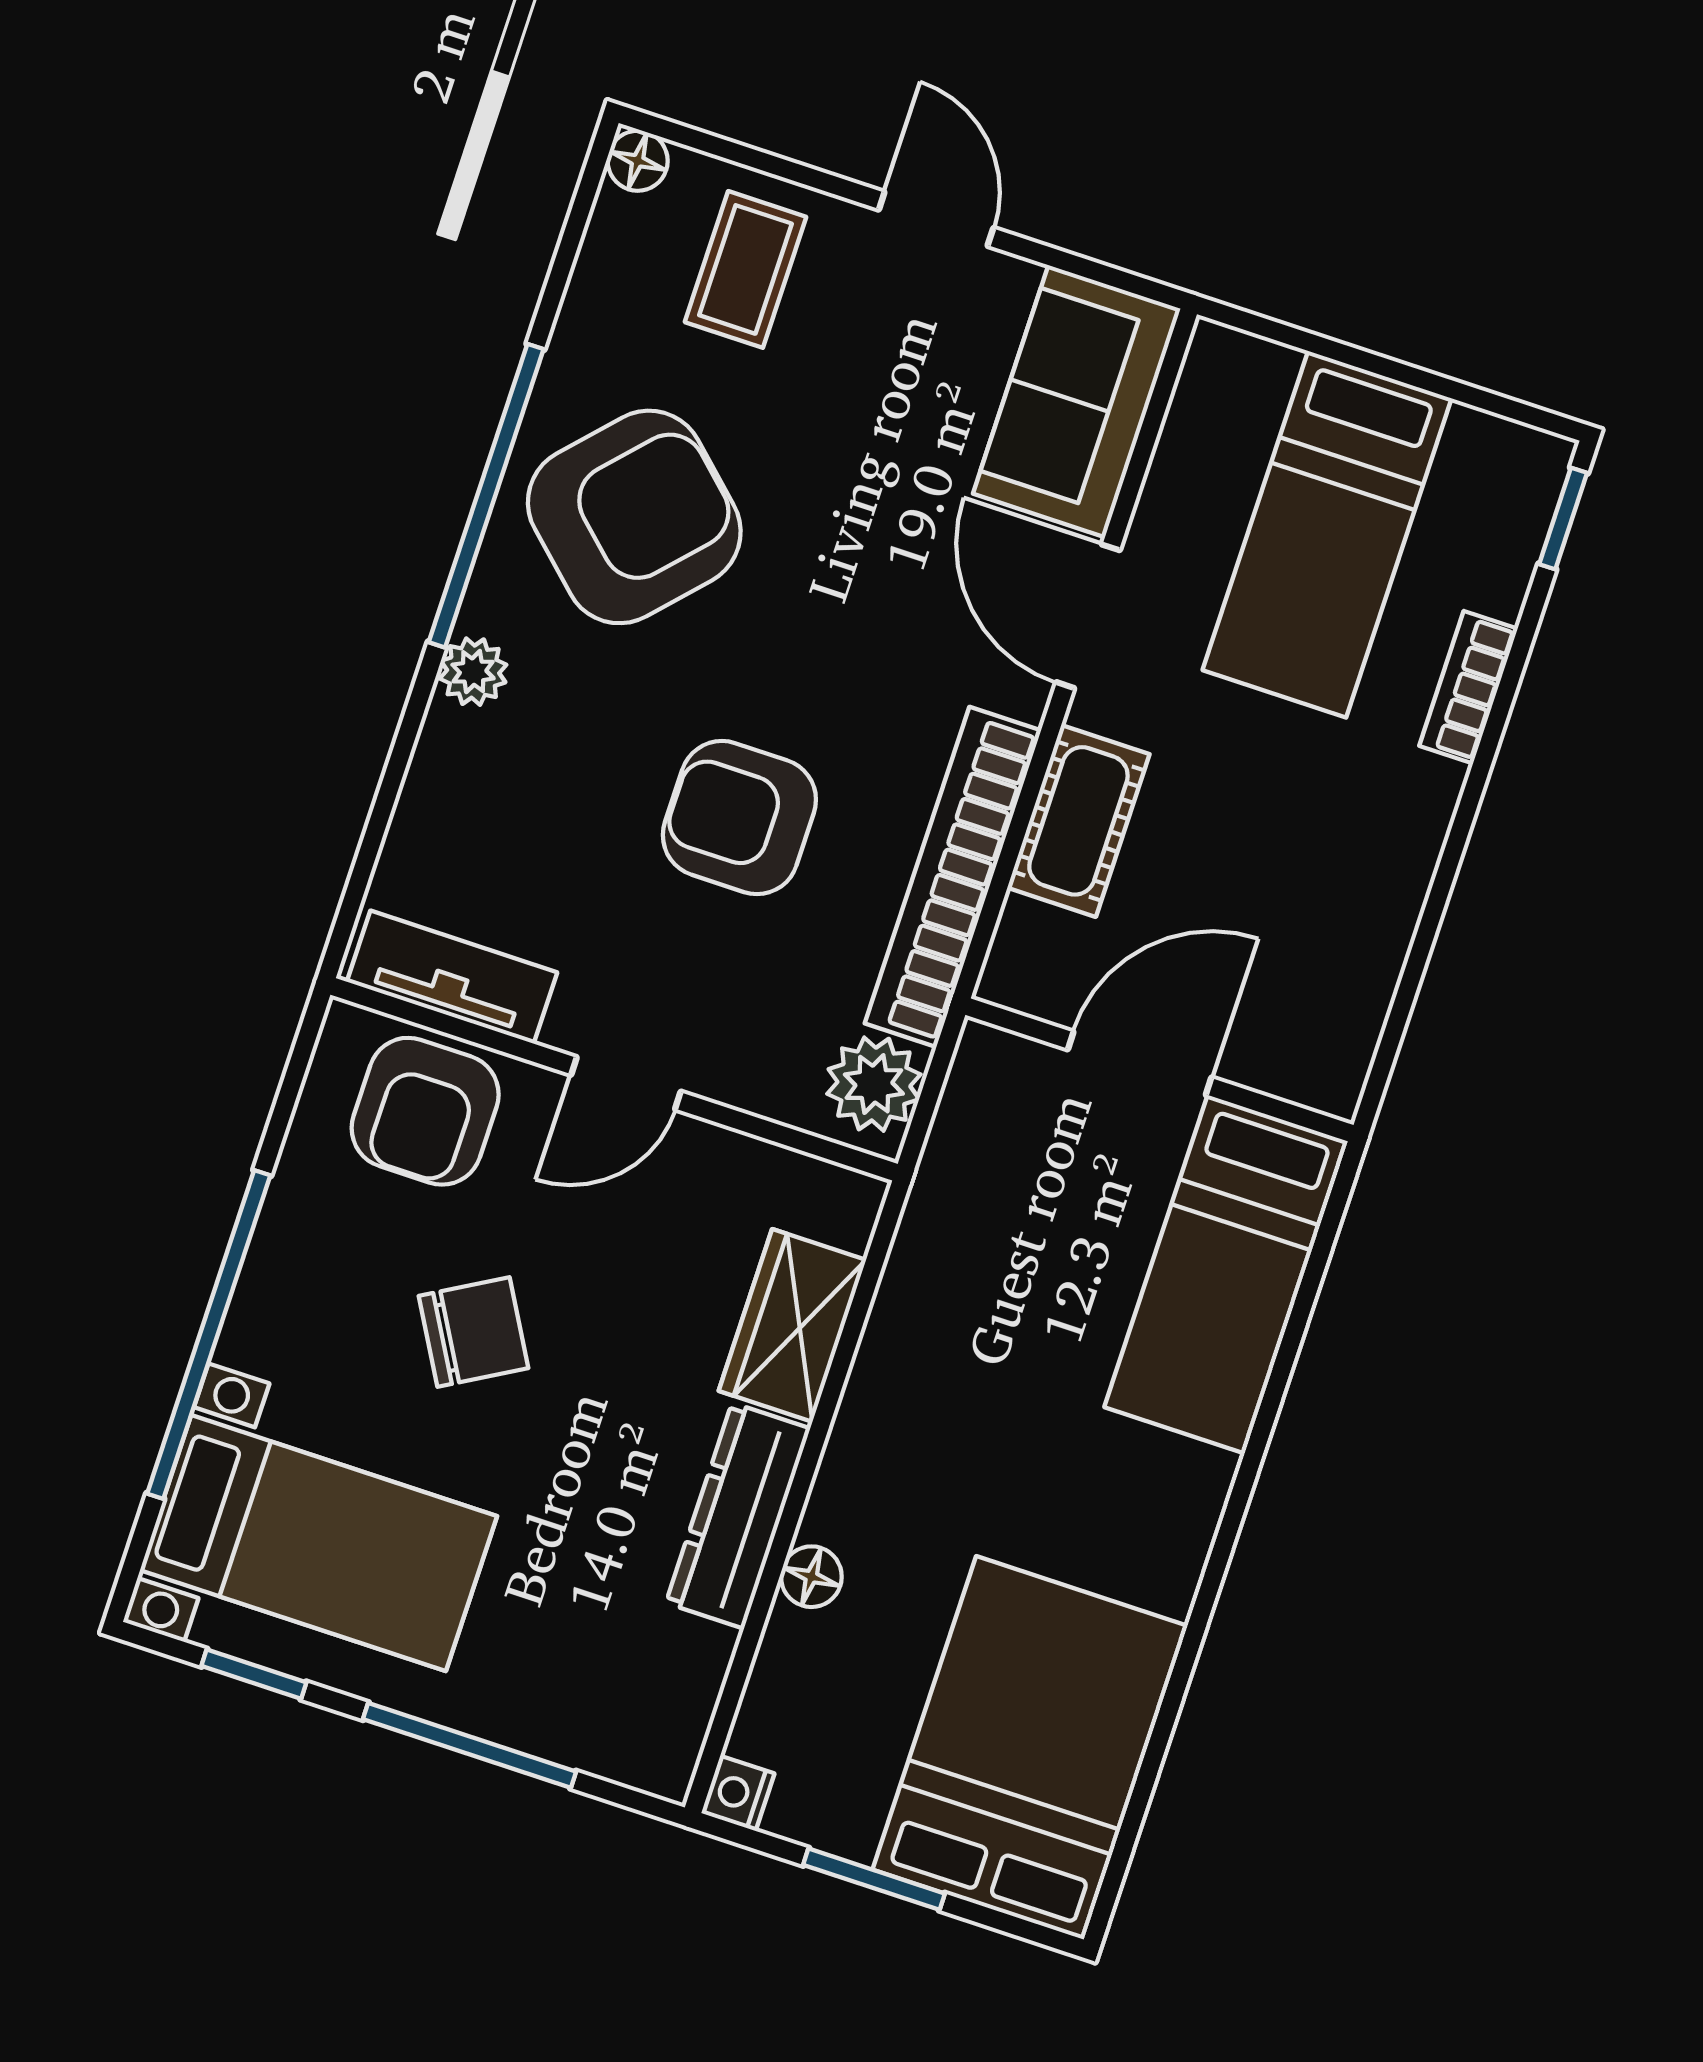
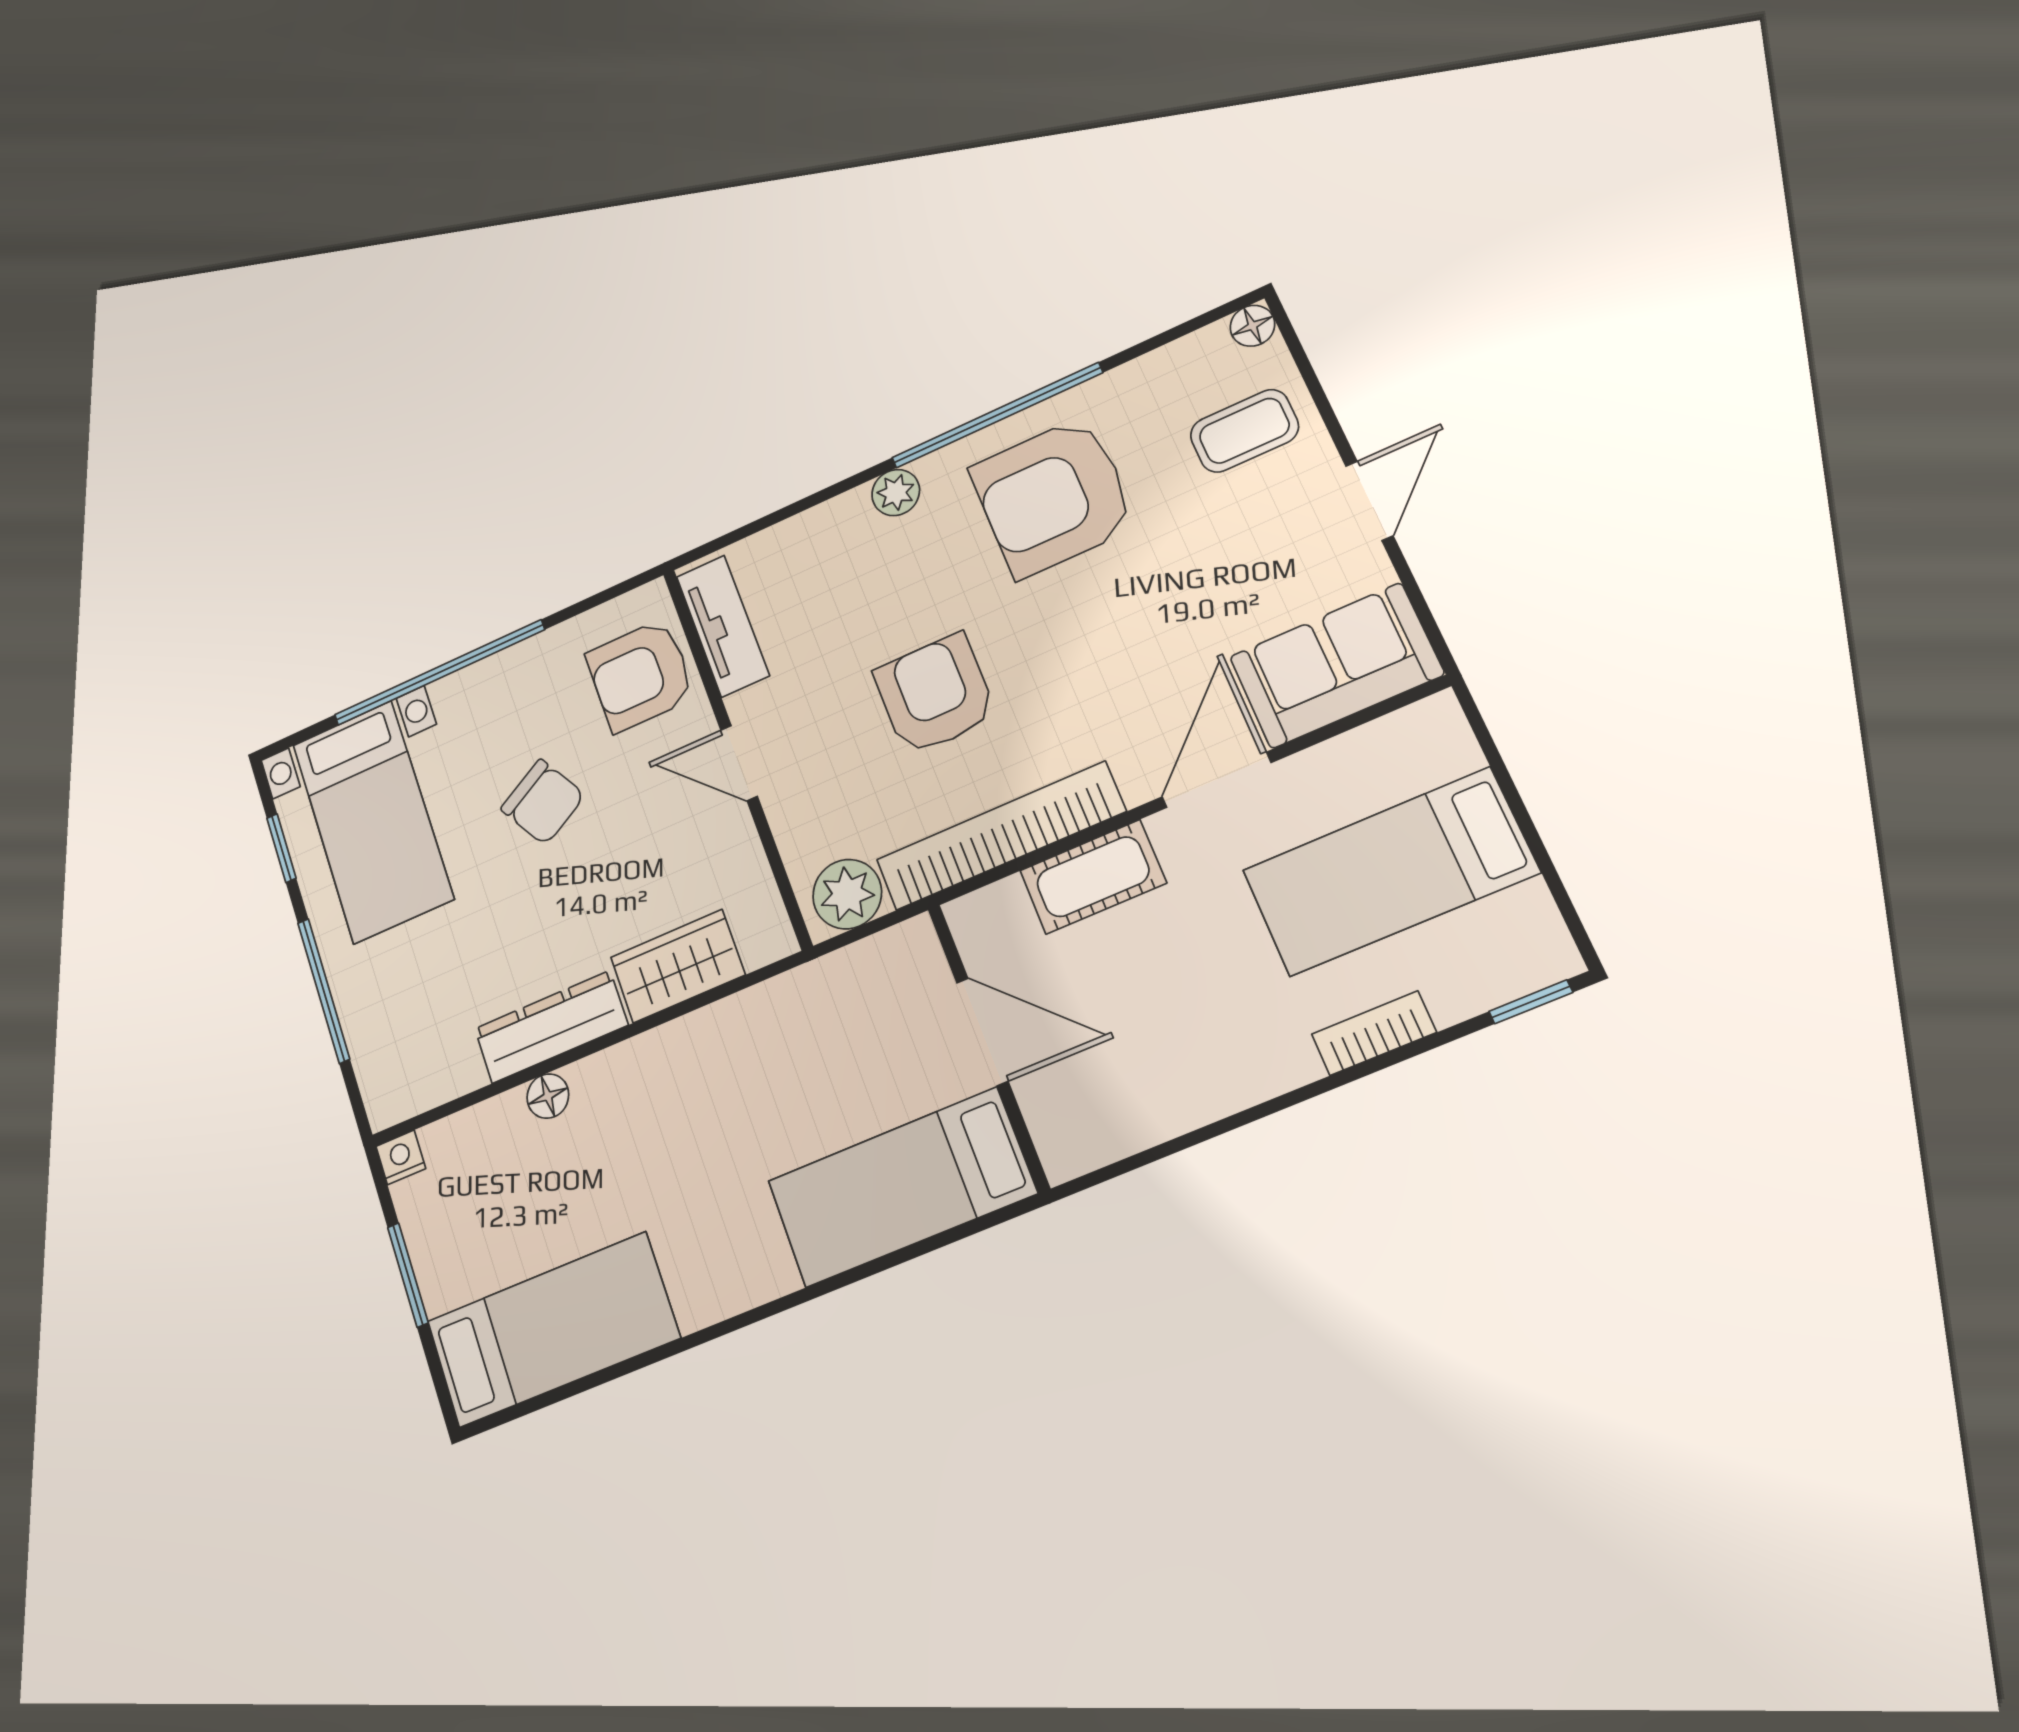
armchair: (634, 517) -> (1053, 497), turned 137
bed: (1030, 1748) -> (553, 1330), width x0.67

